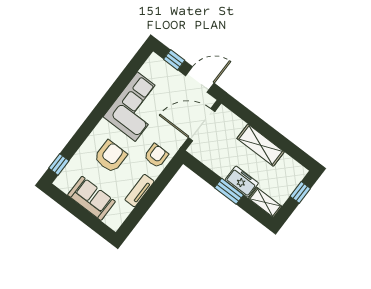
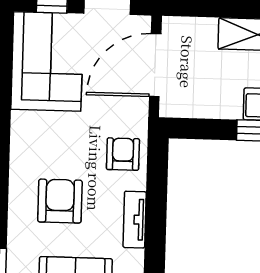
corner sofa: (136, 107) -> (47, 62), moved

